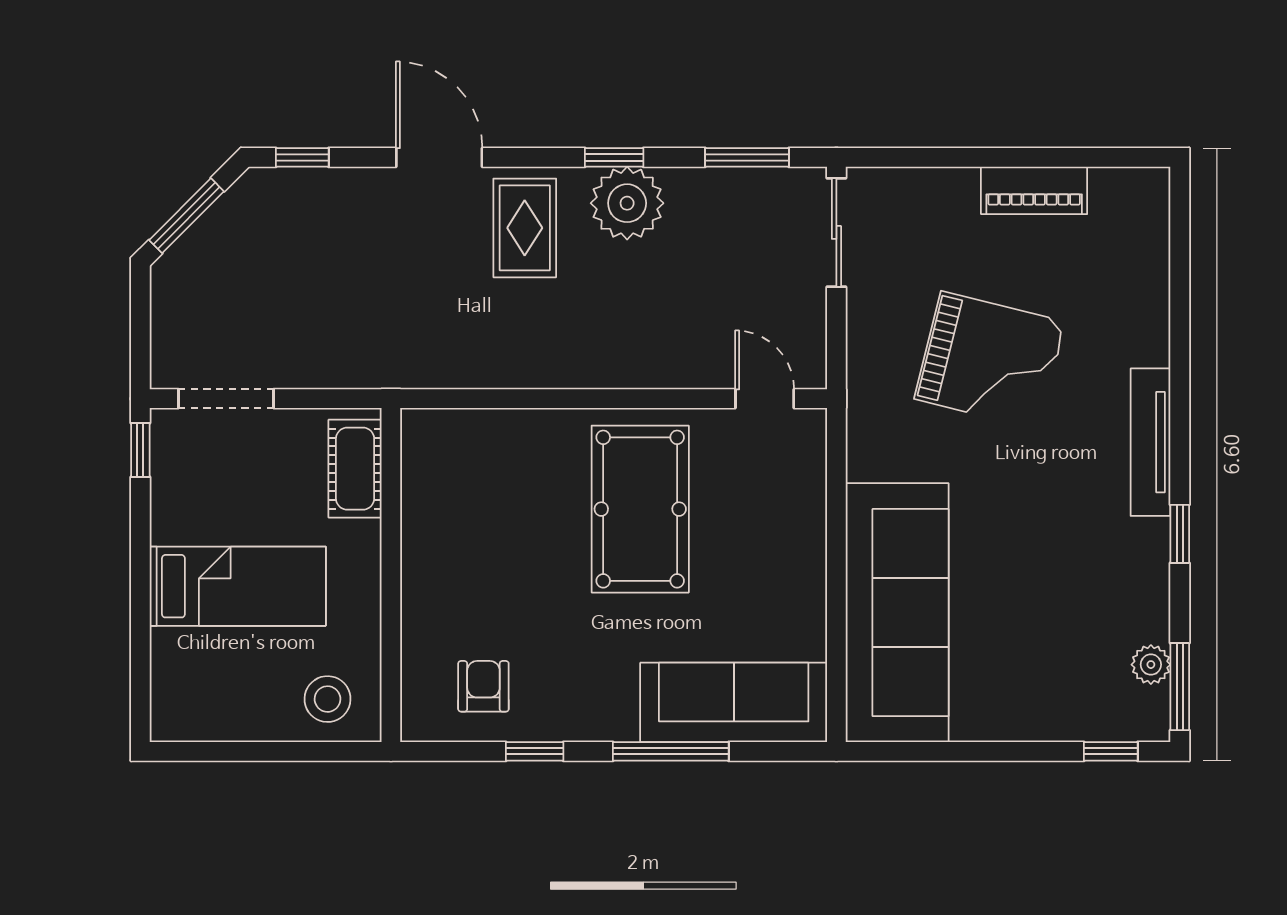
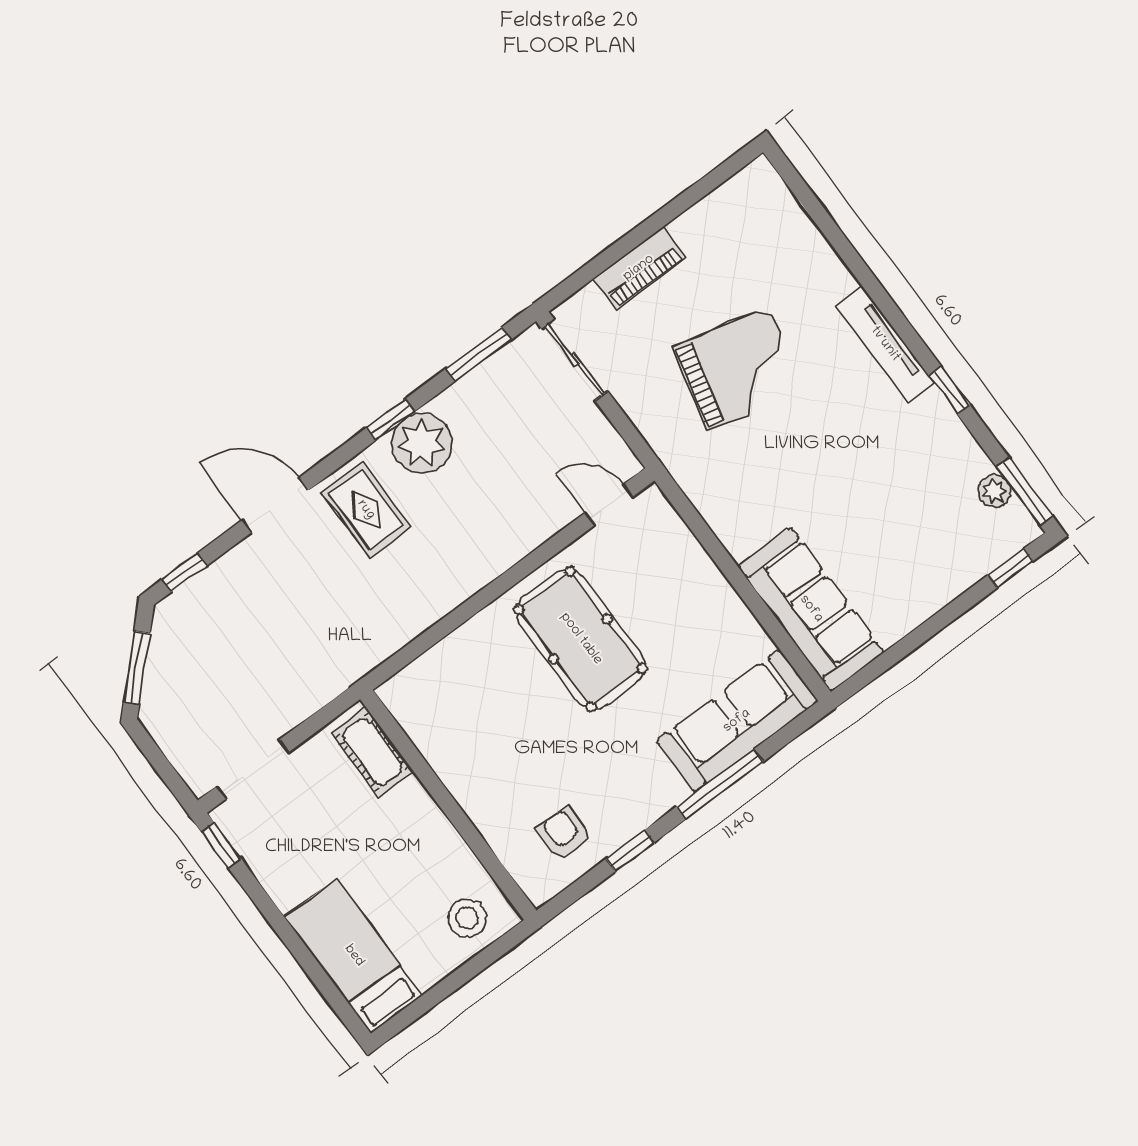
piano: (1034, 190) -> (639, 268), moved
bed: (238, 586) -> (354, 956), moved, turned -90
sofa: (897, 613) -> (811, 609), width x0.74, depth x0.79

